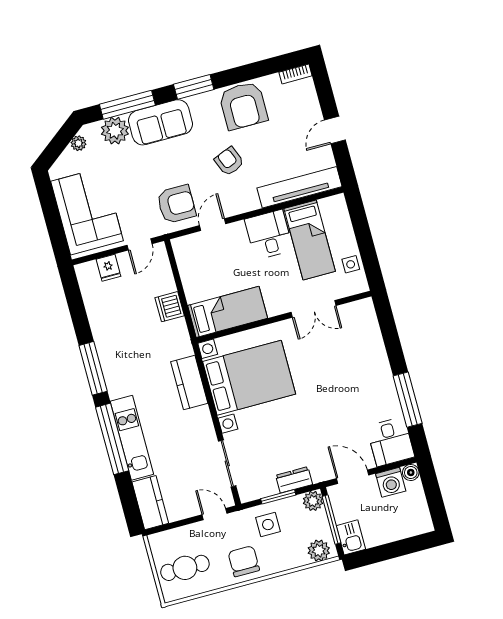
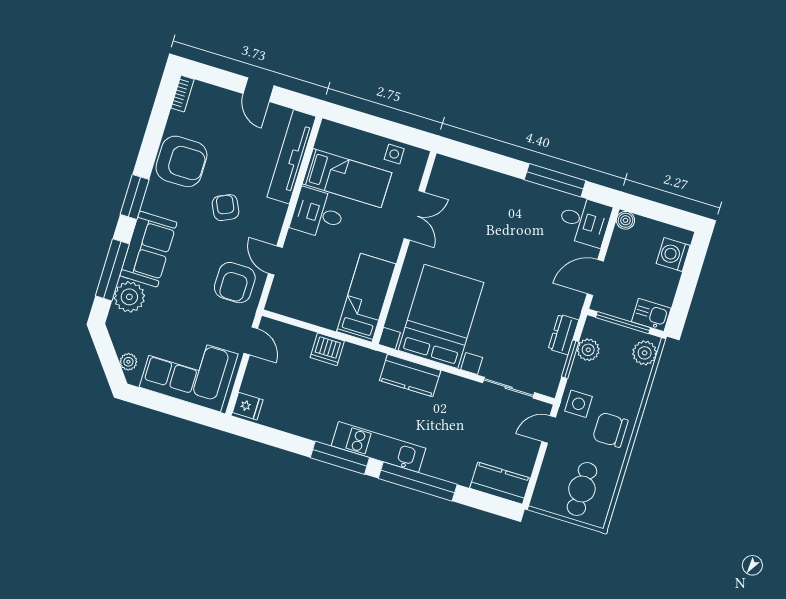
plant: (78, 143) -> (128, 362), moved
armchair: (229, 161) -> (226, 208), turned 87
armchair: (176, 204) -> (235, 283), turned 180
fridge: (108, 268) -> (248, 406), moved
kitchen unit: (132, 438) -> (379, 447), moved
washing machine: (391, 482) -> (673, 255), moved, turned 180
plant: (313, 501) -> (588, 350), moved
side table: (268, 525) -> (579, 404), moved

